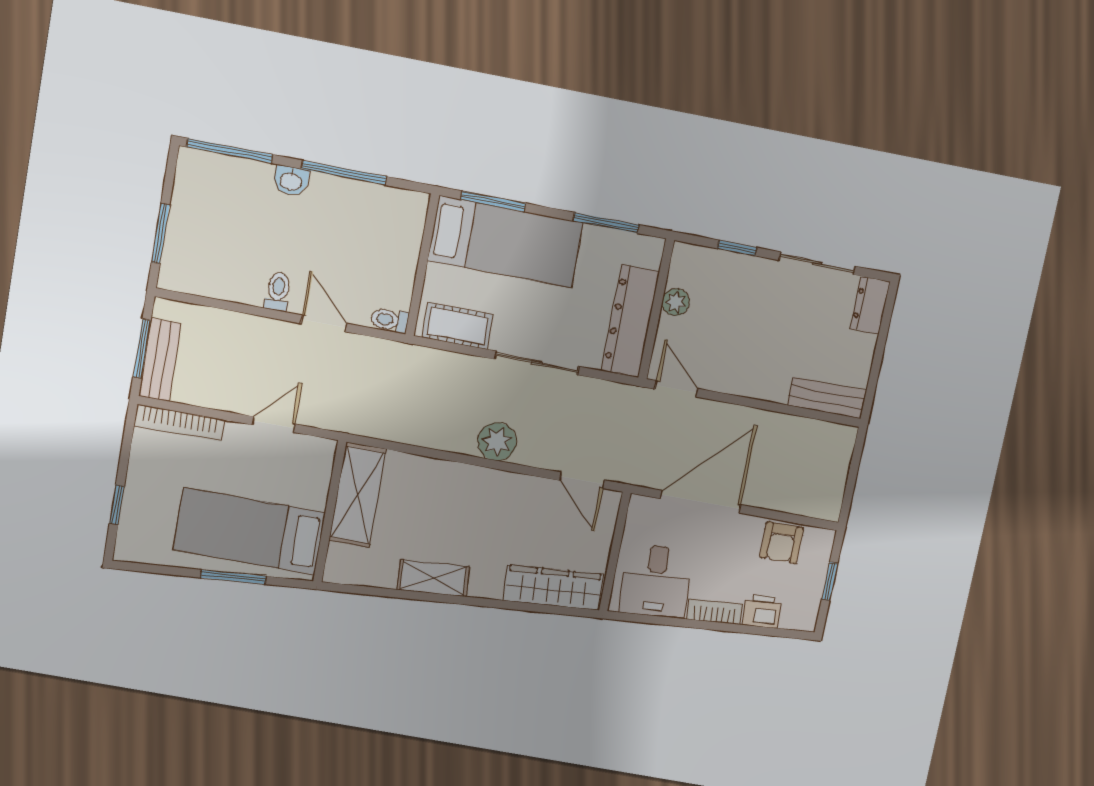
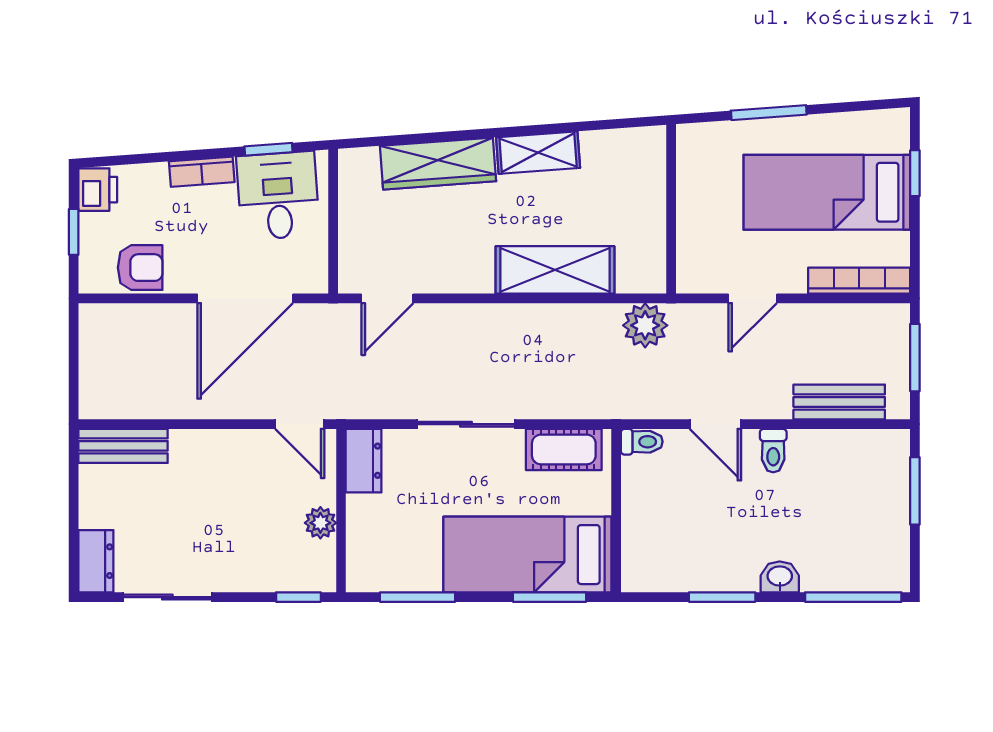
window: (344, 173) -> (722, 597), width x0.69
window: (737, 248) -> (298, 597), moved
dresser: (630, 321) -> (364, 461), width x0.51, depth x0.80
bench: (160, 360) -> (839, 402), moved, turned 90
plant: (497, 442) -> (645, 325), moved
door: (582, 480) -> (387, 298), swing flipped
shelving: (358, 495) -> (555, 270), moved, turned 90
bed: (249, 531) -> (827, 192), moved, turned 180
armchair: (782, 543) -> (140, 268), turned 90
wardrobe: (554, 587) -> (438, 164), moved
printer: (762, 611) -> (98, 190), moved, turned -86
window: (656, 620) -> (268, 149), added

